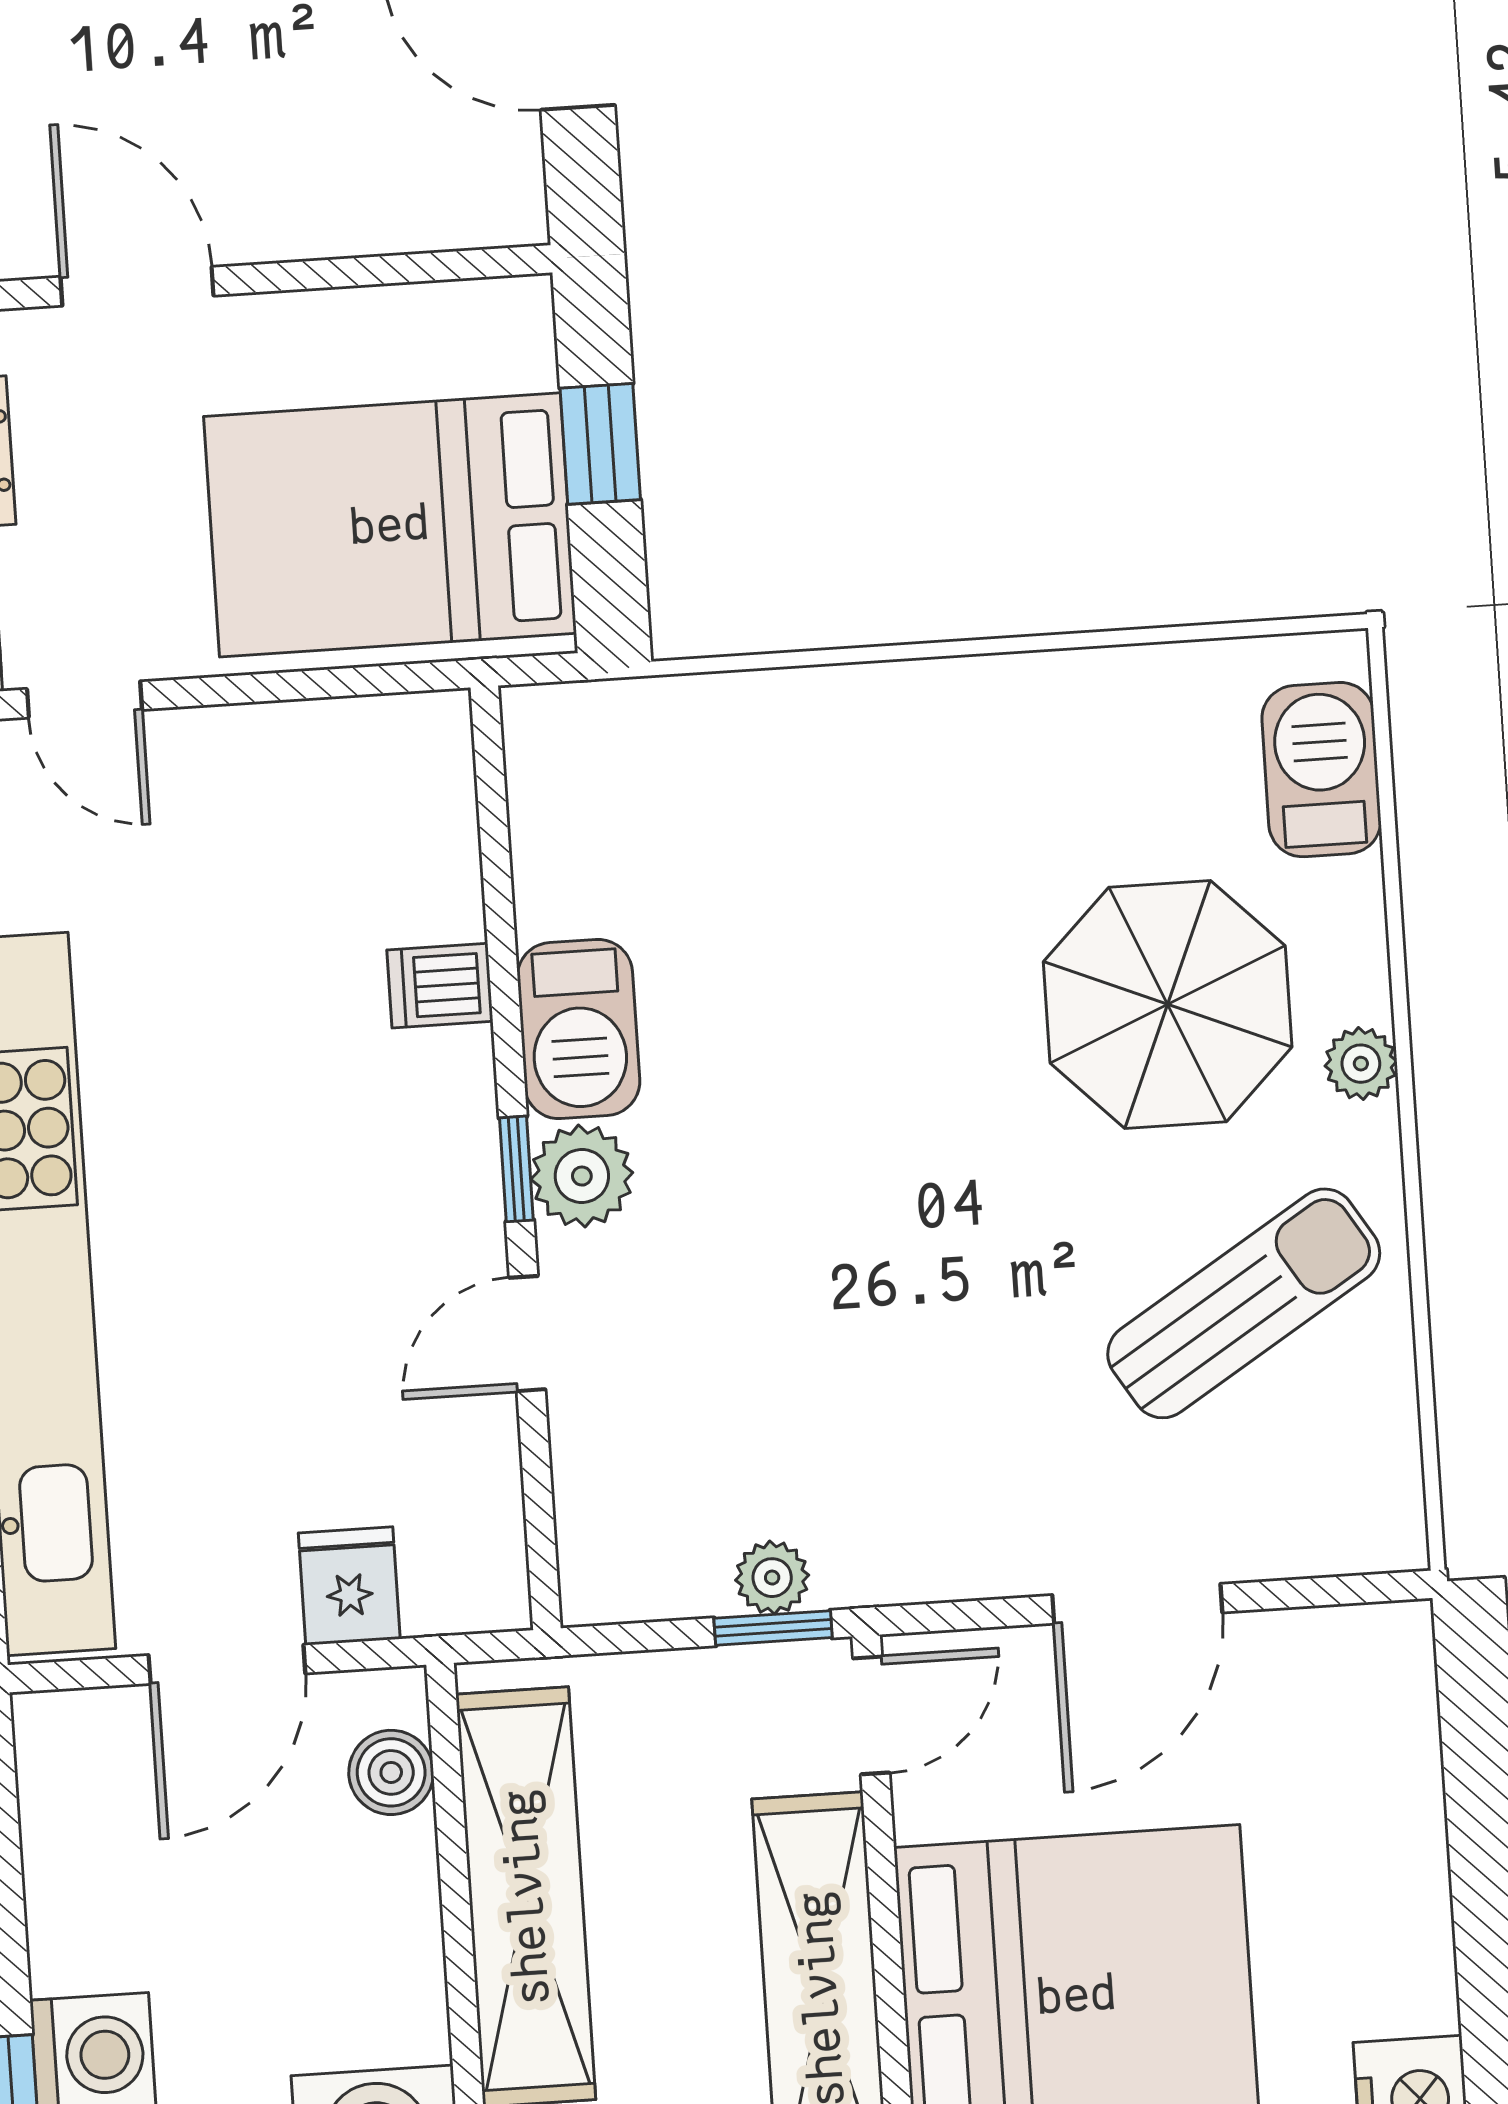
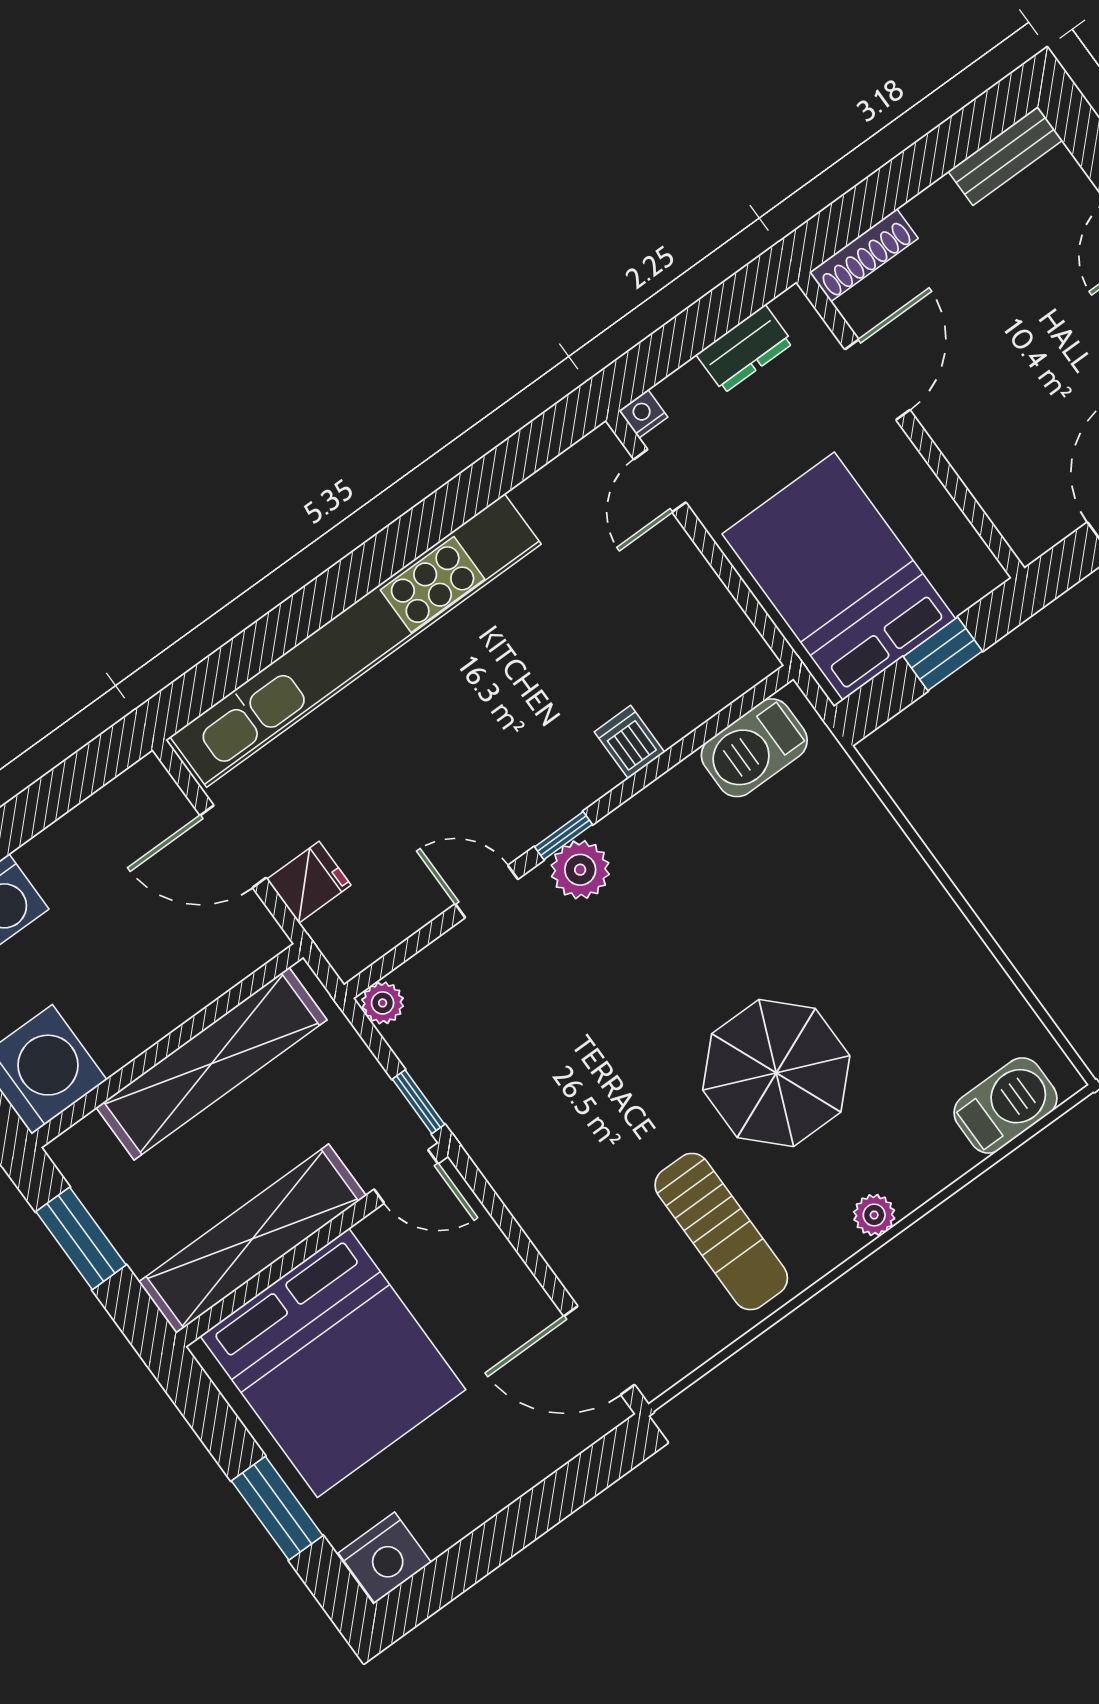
parasol: (1168, 1004) -> (776, 1073), moved
barbecue: (579, 1029) -> (754, 748), moved
sun lounger: (1244, 1303) -> (721, 1232), turned 32
plant: (772, 1578) -> (383, 1003), moved
door: (1137, 1604) -> (599, 1350), moved
boiler: (391, 1772) -> (231, 960), removed

